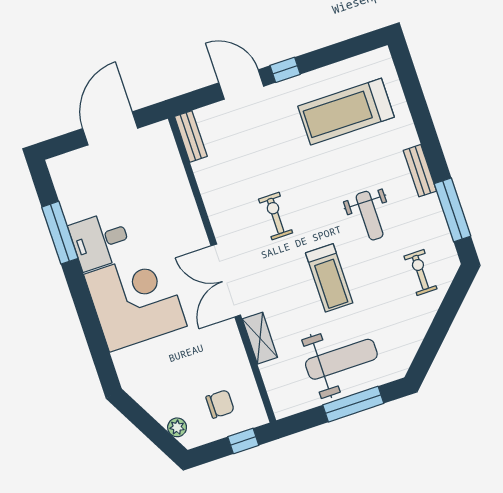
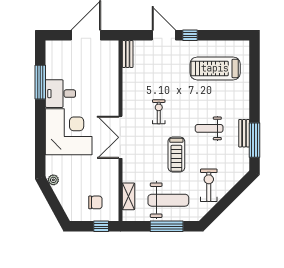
bench: (420, 171) -> (244, 133), moved
weight bench: (370, 216) -> (209, 128), turned 90
exercise bike: (420, 272) -> (209, 185), moved, width x1.38, depth x1.39
shelving: (260, 338) -> (128, 196), moved
plant: (177, 427) -> (53, 180), moved

